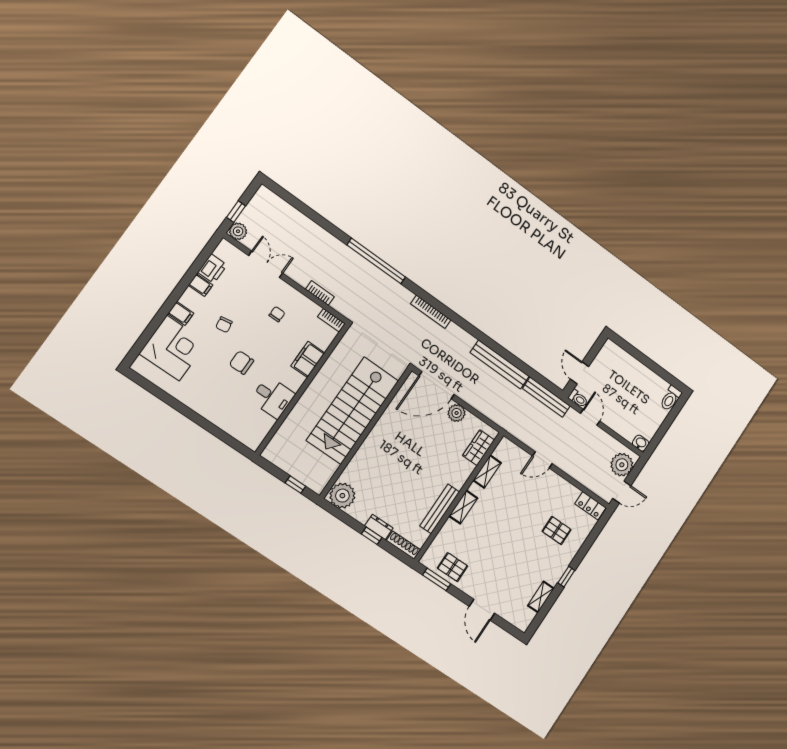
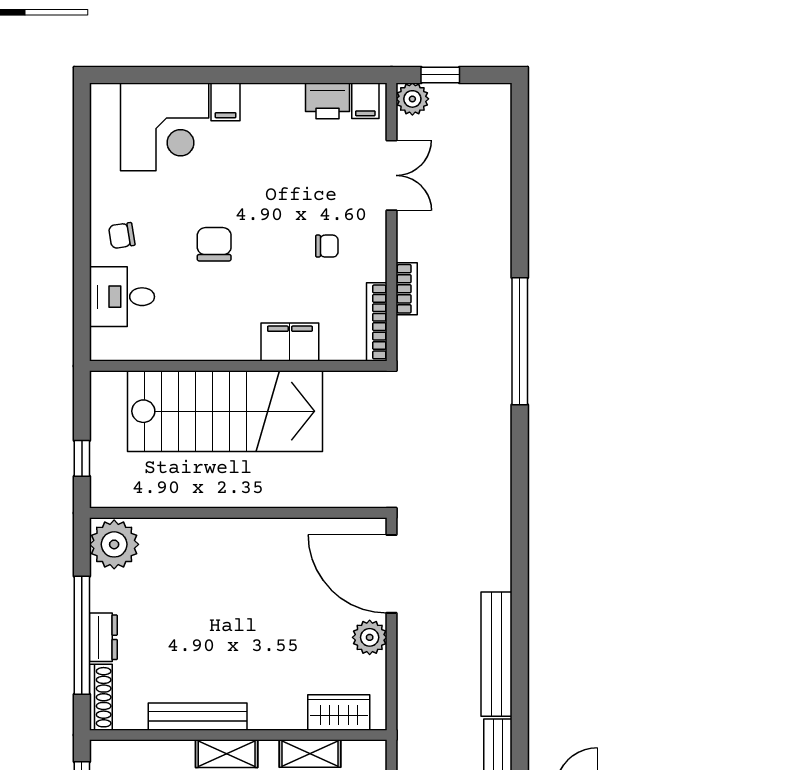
filing cabinet: (201, 285) -> (365, 101), moved
bookcase: (431, 312) -> (501, 483), removed
bookcase: (331, 320) -> (377, 322), width x1.56
chair: (224, 325) -> (122, 236), moved
desk: (273, 397) -> (122, 297), moved, turned 90
stairs: (353, 411) -> (225, 411), moved, turned 180
window: (372, 536) -> (82, 635), width x3.17

